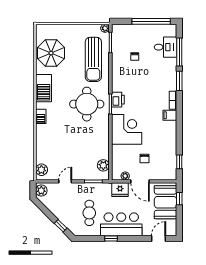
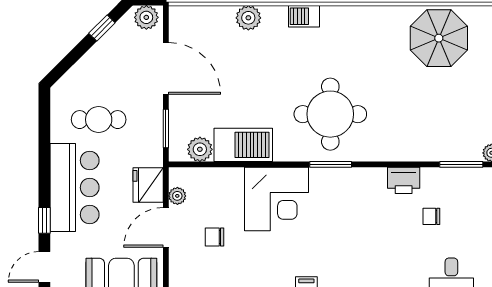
sun lounger: (93, 59) -> (425, 128), removed
barbecue: (44, 88) -> (243, 145), moved, turned 180
printer: (118, 100) -> (404, 180), moved
plant: (41, 170) -> (248, 18), moved
door: (65, 181) -> (166, 68), width x1.87
window: (61, 226) -> (102, 28), moved
window: (111, 238) -> (44, 220), moved
door: (159, 238) -> (44, 267), swing flipped

